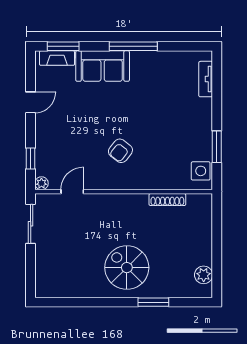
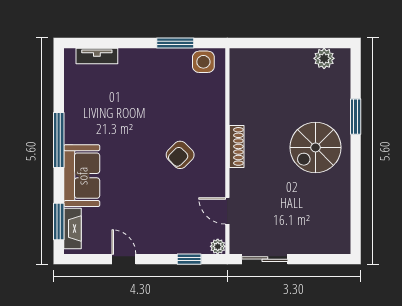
armchair: (120, 151) -> (180, 155), turned 97
shoe rack: (167, 200) -> (237, 146), moved

